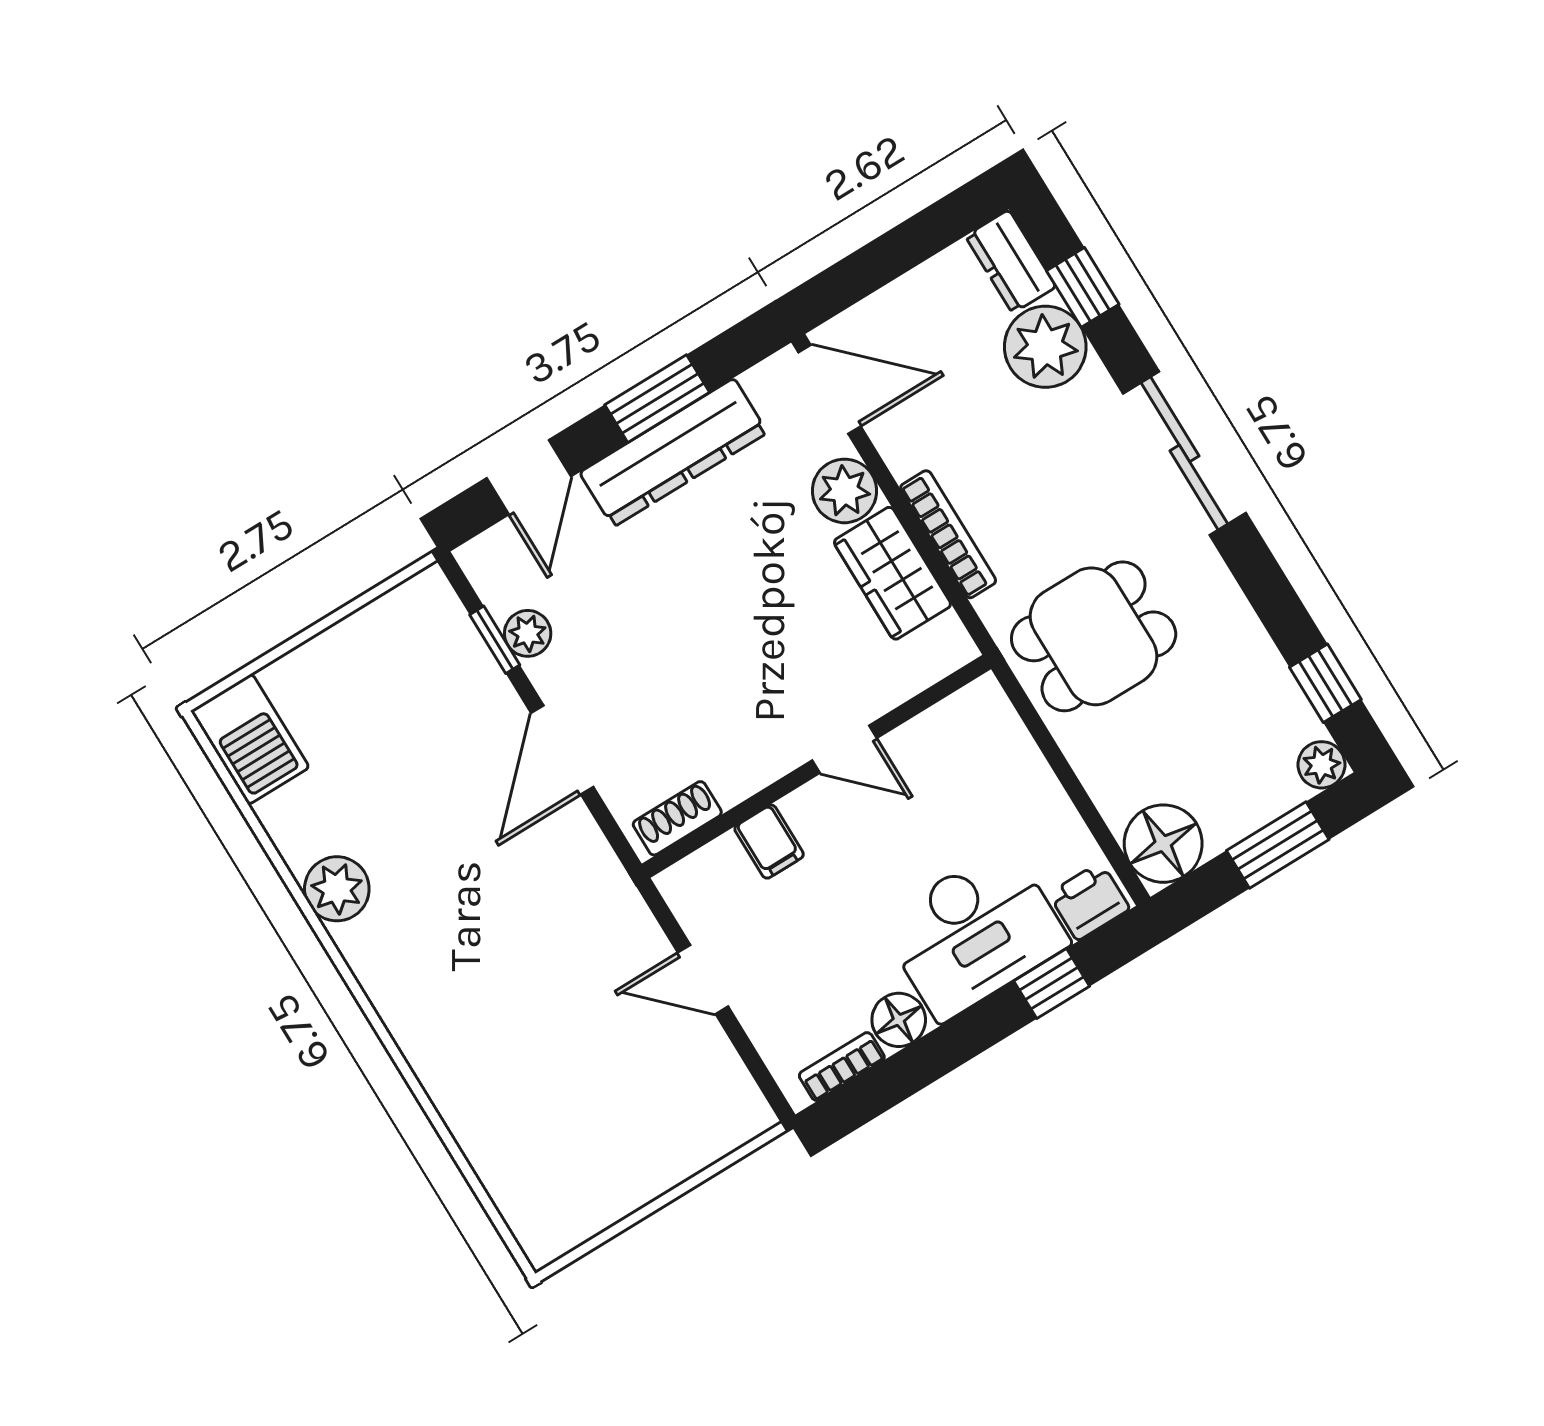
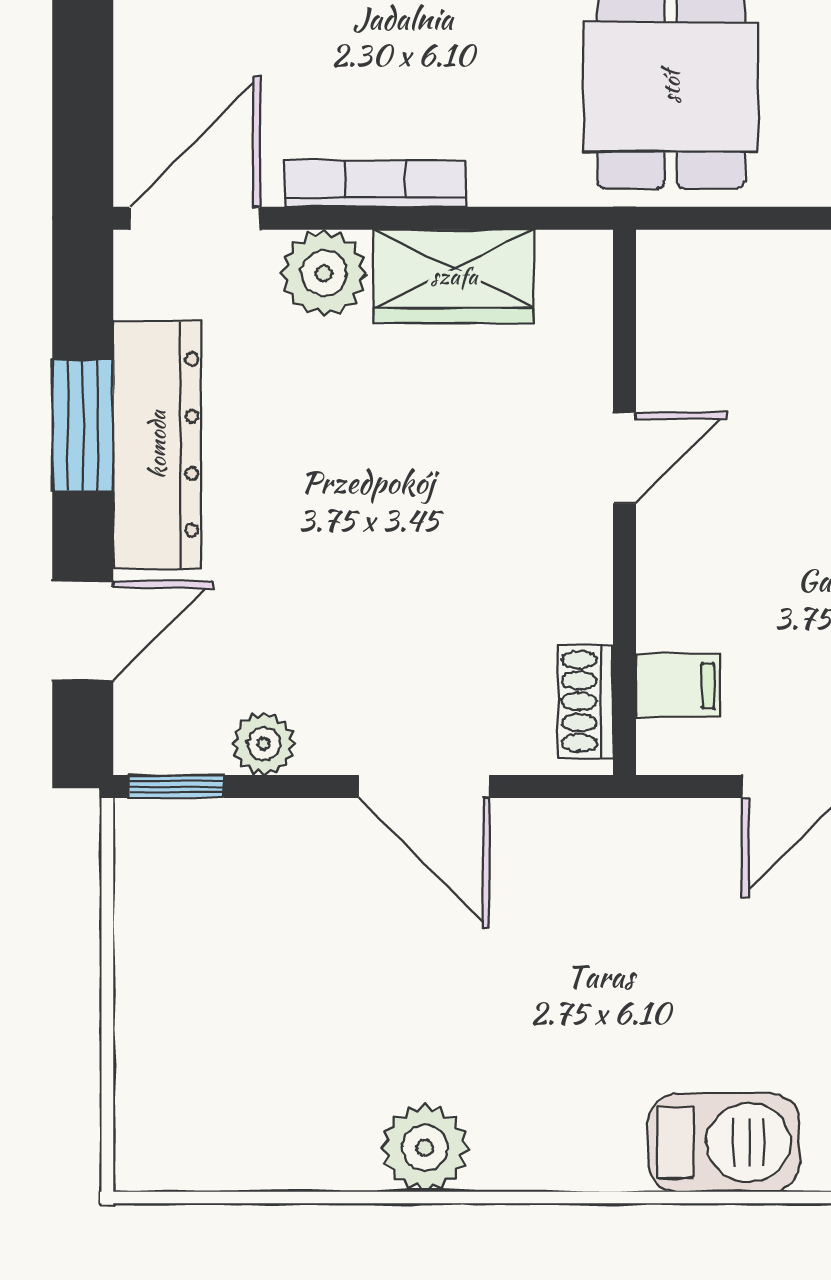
door: (529, 477) -> (83, 631), hinge flipped
bookcase: (948, 534) -> (375, 184), moved
window: (495, 640) -> (176, 786), moved
barbecue: (250, 739) -> (724, 1142), moved
filing cabinet: (769, 842) -> (678, 686), moved

